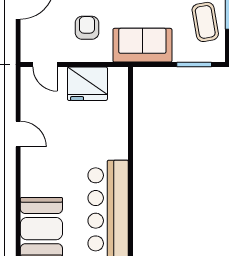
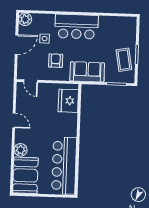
fridge: (87, 84) -> (68, 101), moved, turned 90
plant: (32, 185) -> (21, 150), added

